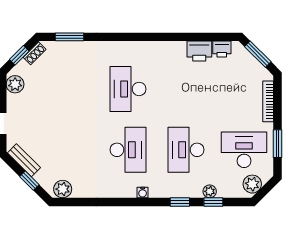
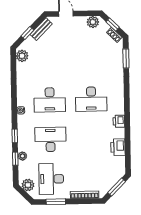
printer: (222, 49) -> (119, 121), moved
desk: (128, 89) -> (91, 99), turned 180
desk: (244, 150) -> (51, 179), turned 180

